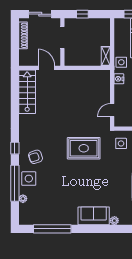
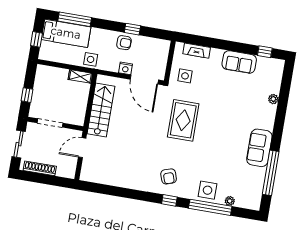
nightstand: (119, 79) -> (125, 68), moved
stairs: (27, 92) -> (101, 110), moved, turned 90
door: (112, 110) -> (144, 80), width x1.88
armchair: (35, 157) -> (169, 176), moved
sofa: (94, 216) -> (259, 148), moved

